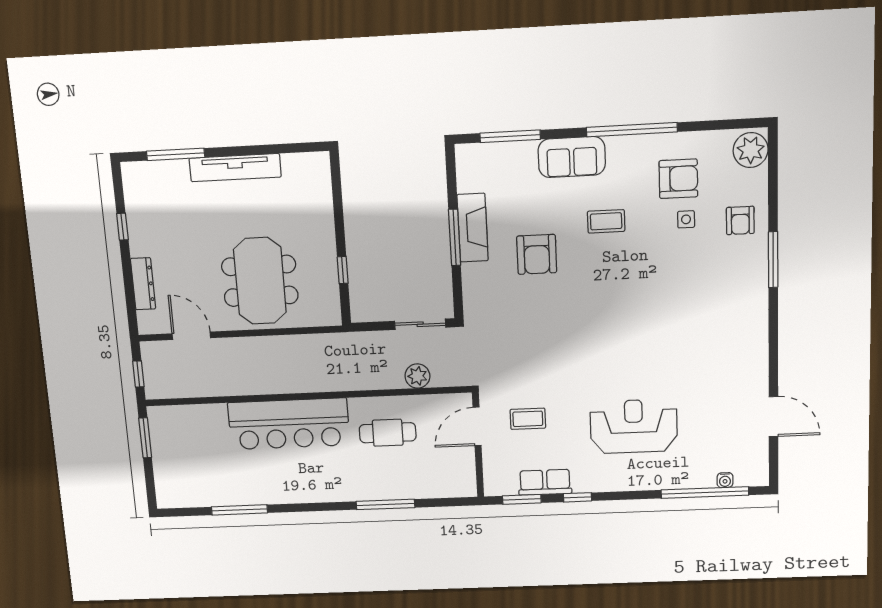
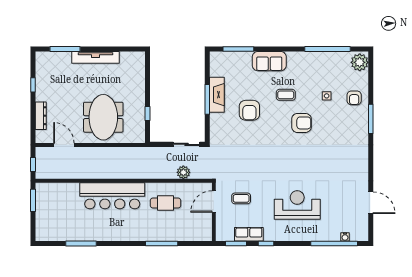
window: (632, 130) -> (327, 49), moved
armchair: (678, 179) -> (301, 123), moved

